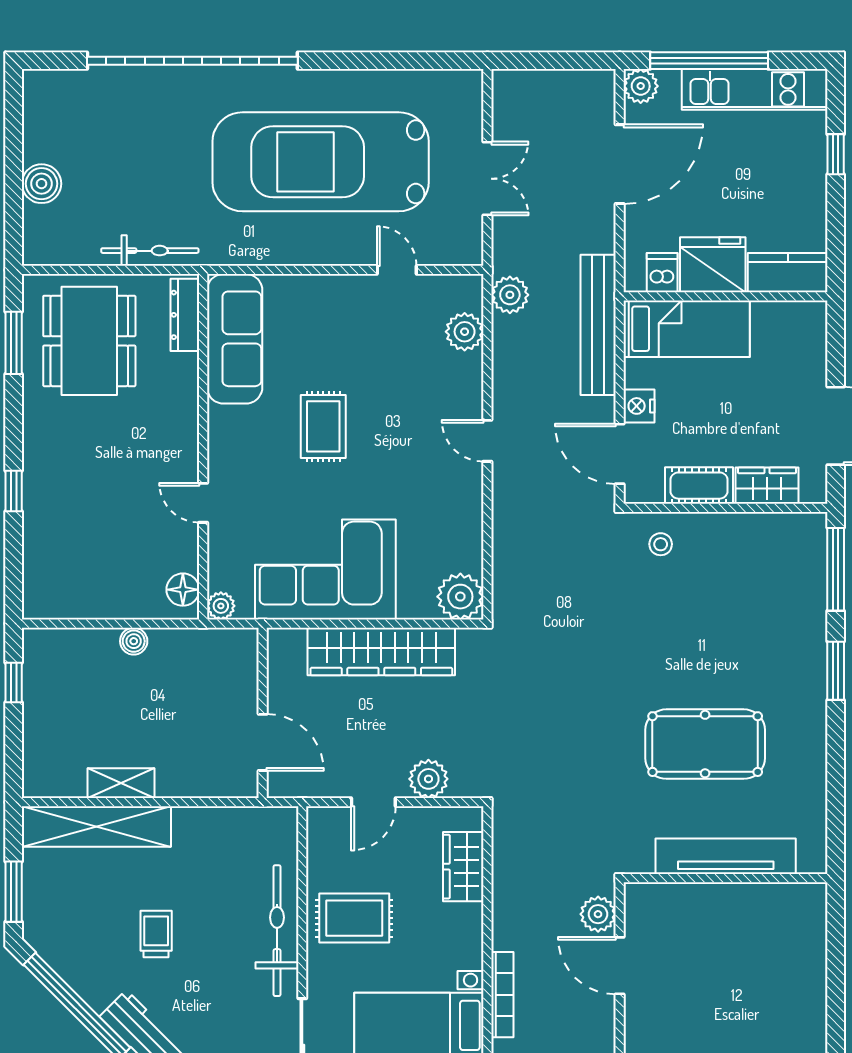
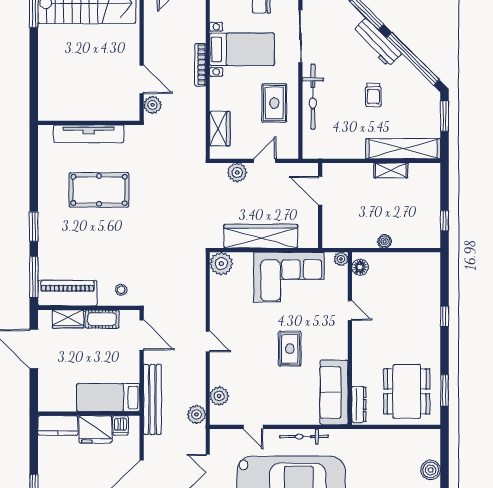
bicycle: (150, 251) -> (304, 437), moved
nightstand: (639, 406) -> (132, 359), removed
piano: (768, 538) -> (67, 293), added
rug: (354, 918) -> (274, 103), turned 90

